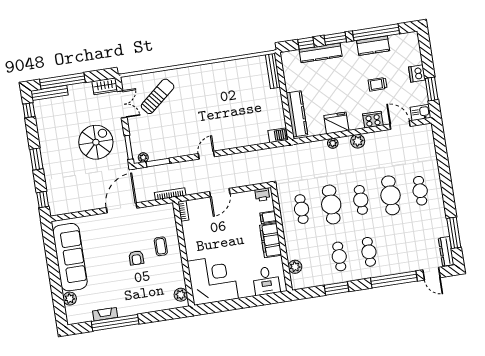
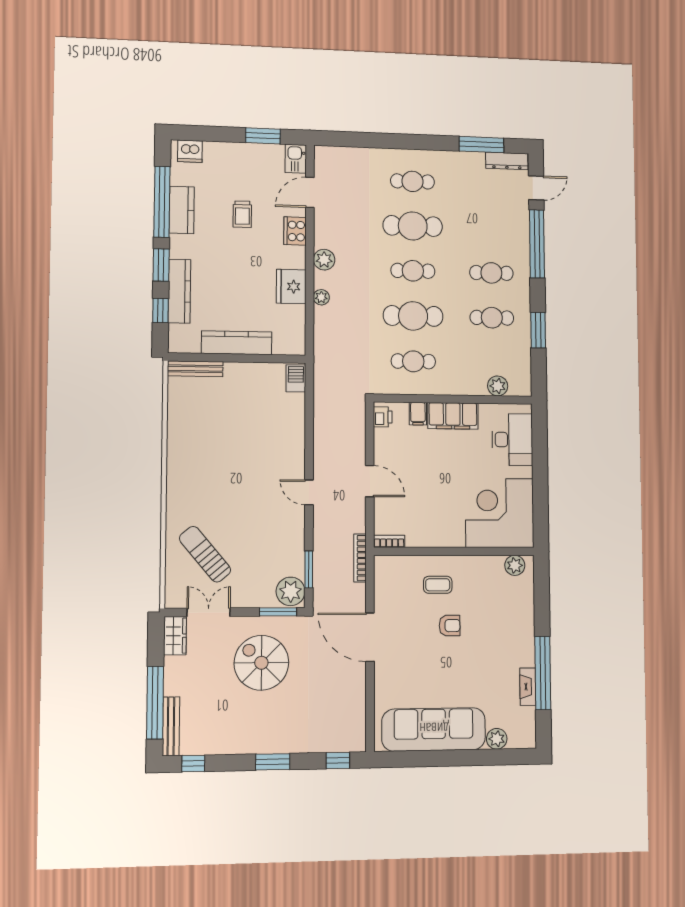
dishwasher: (417, 74) -> (190, 151), moved
kitchen counter: (297, 114) -> (237, 343), moved
plant: (143, 158) -> (291, 591), width x1.87, depth x1.87
desk: (266, 281) -> (512, 440), width x1.37

